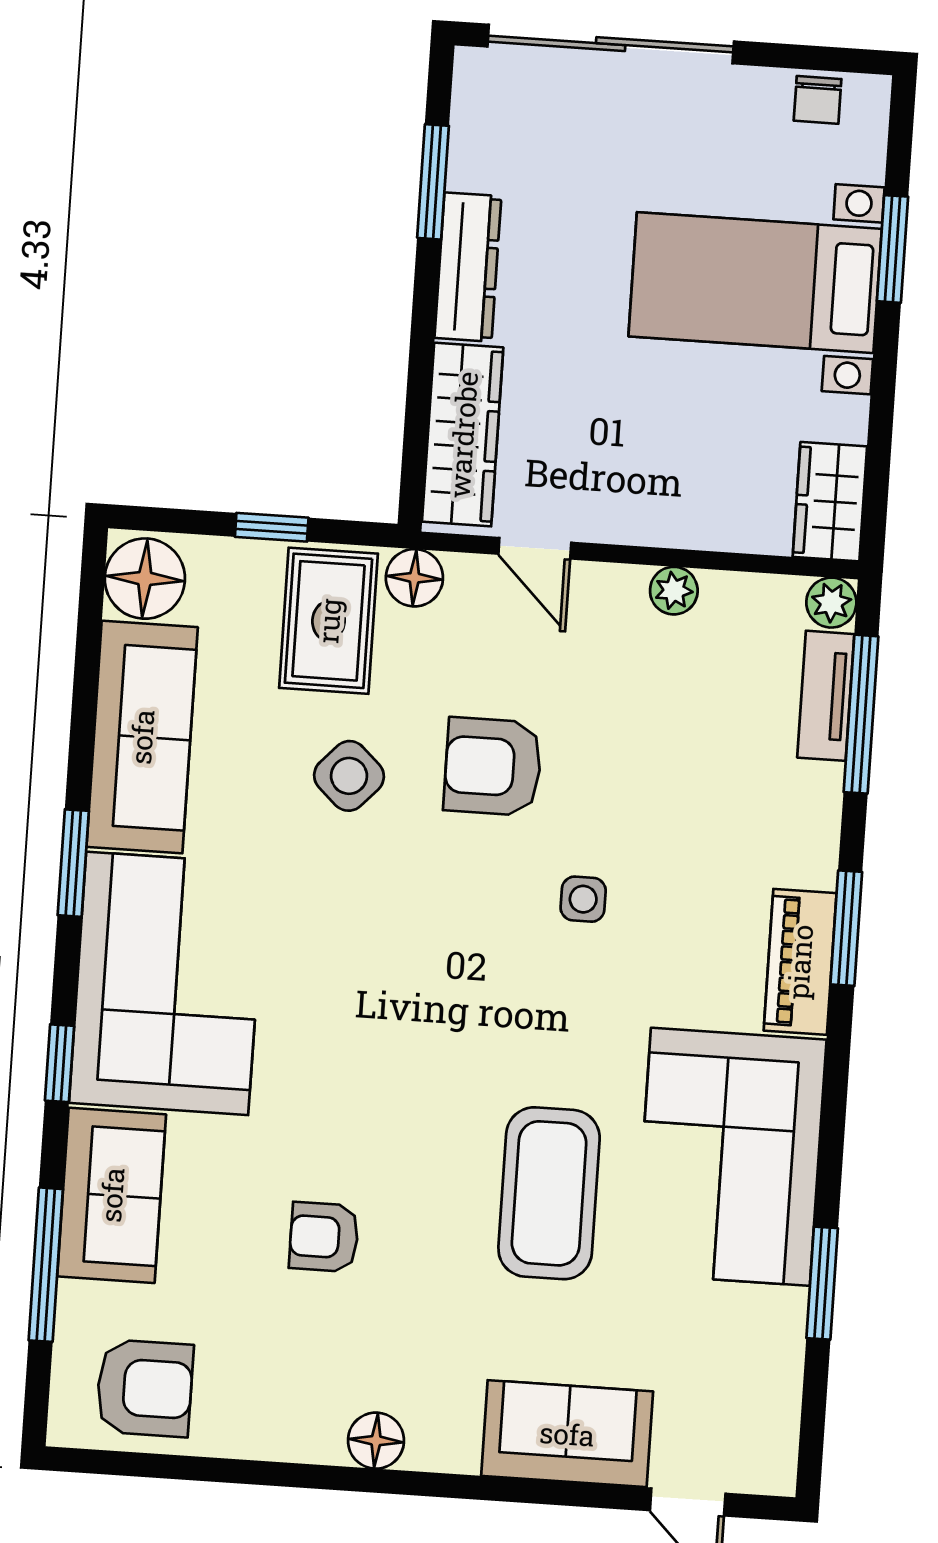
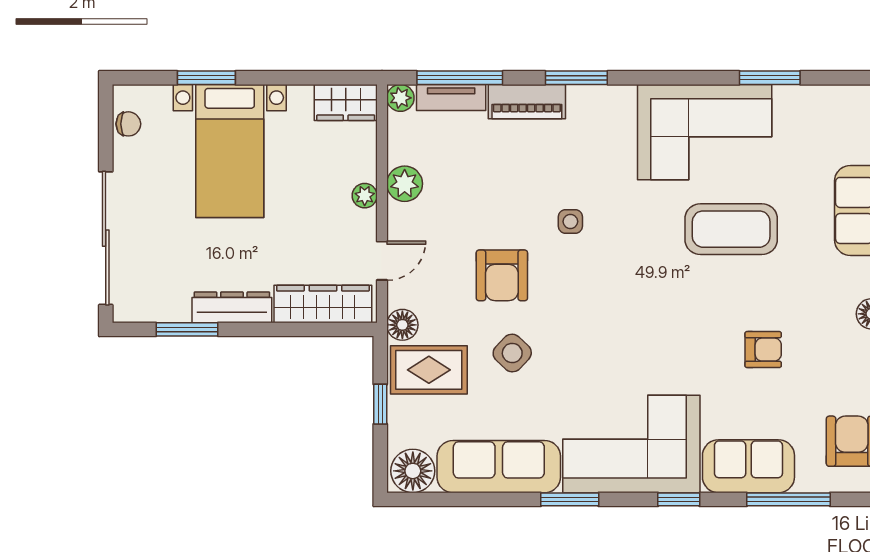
plant: (656, 525) -> (365, 196), added
plant: (674, 591) -> (405, 184), width x1.38, depth x1.38
piano: (800, 962) -> (527, 102), moved
armchair: (324, 1237) -> (763, 350), turned -90

